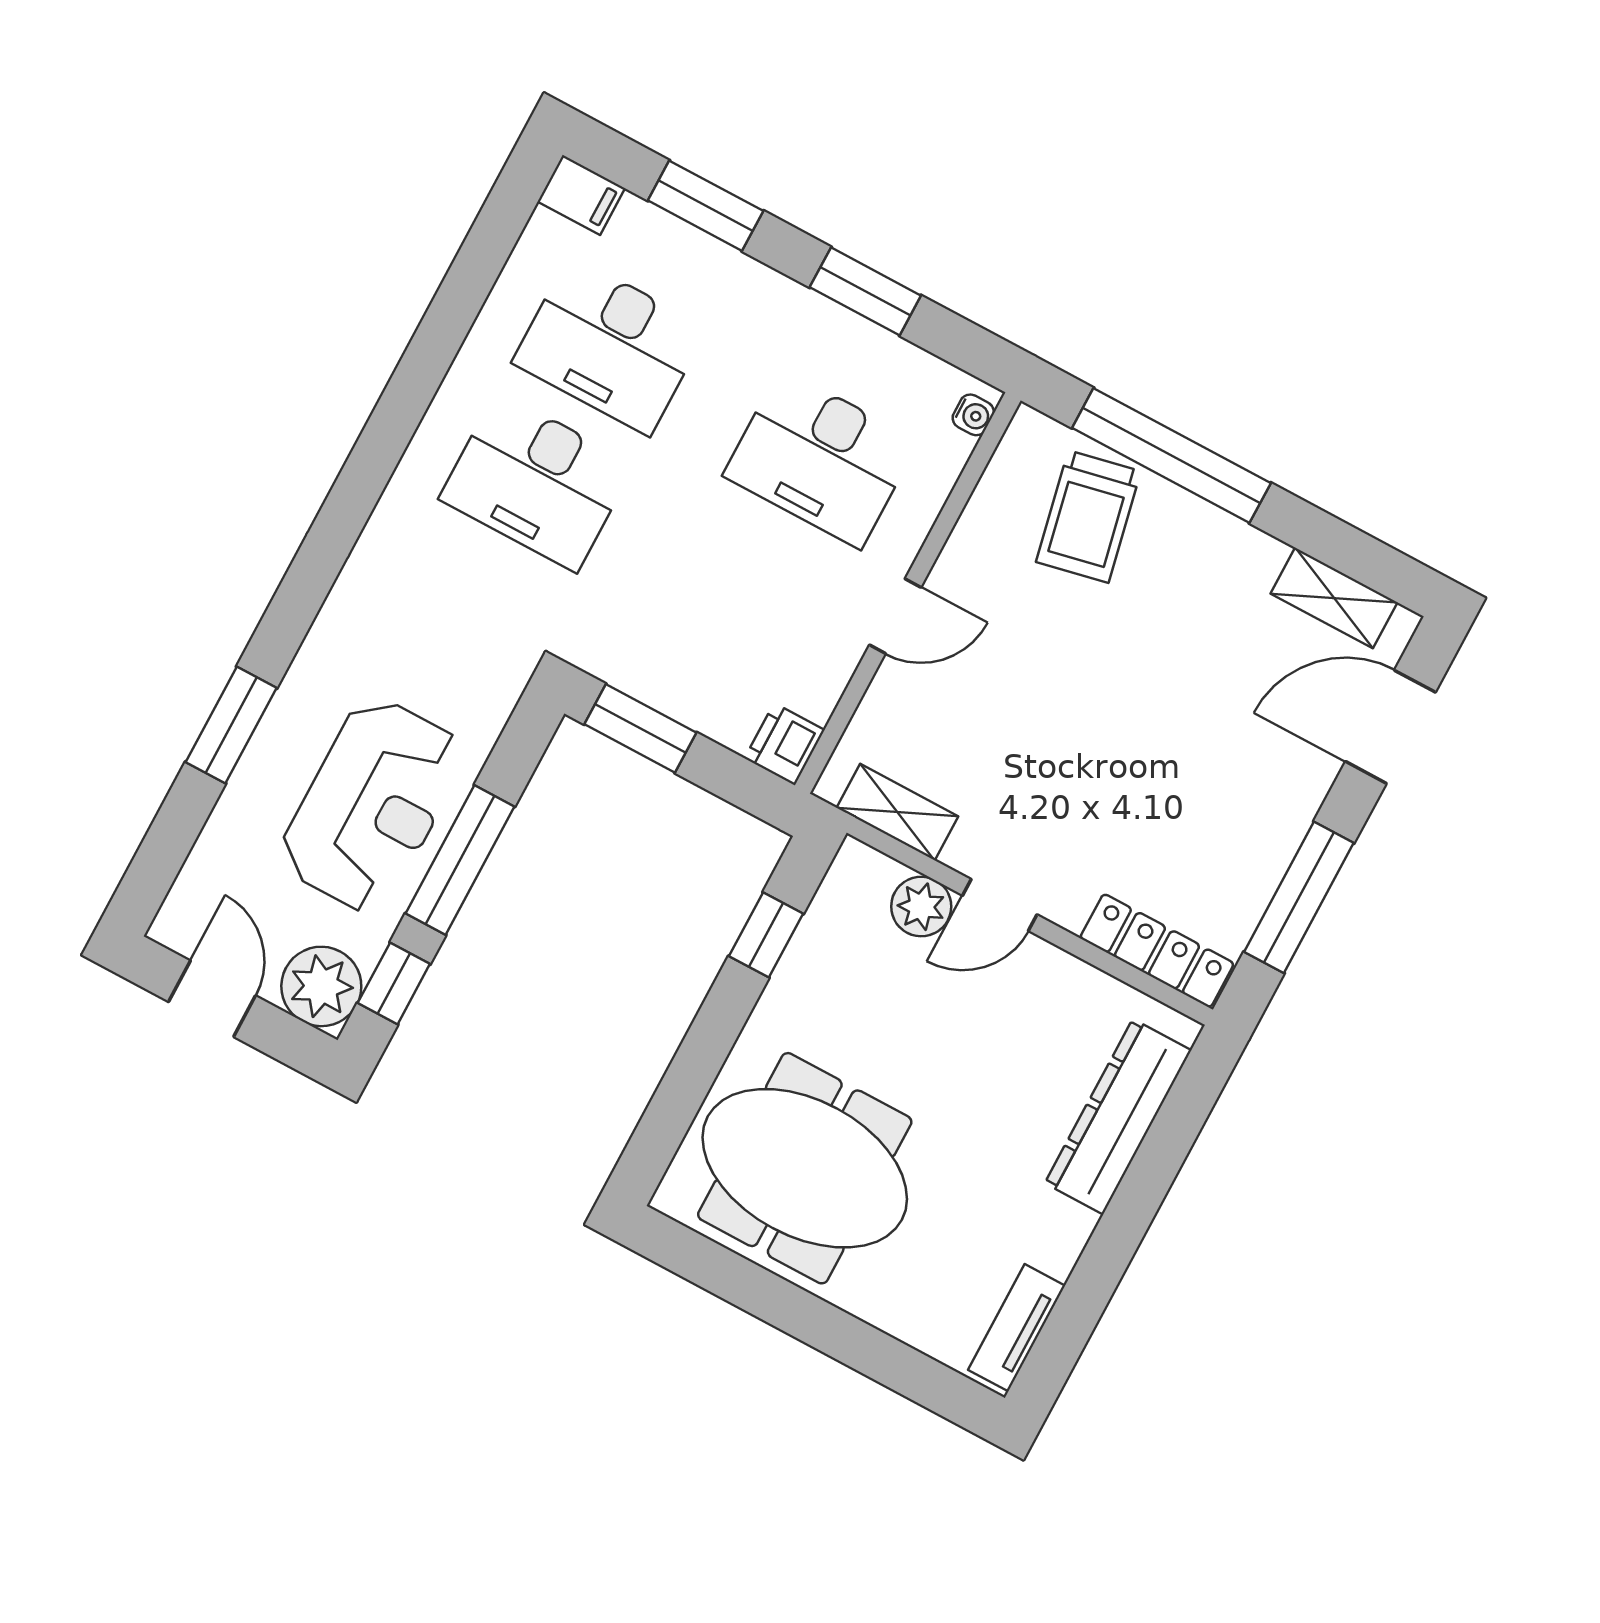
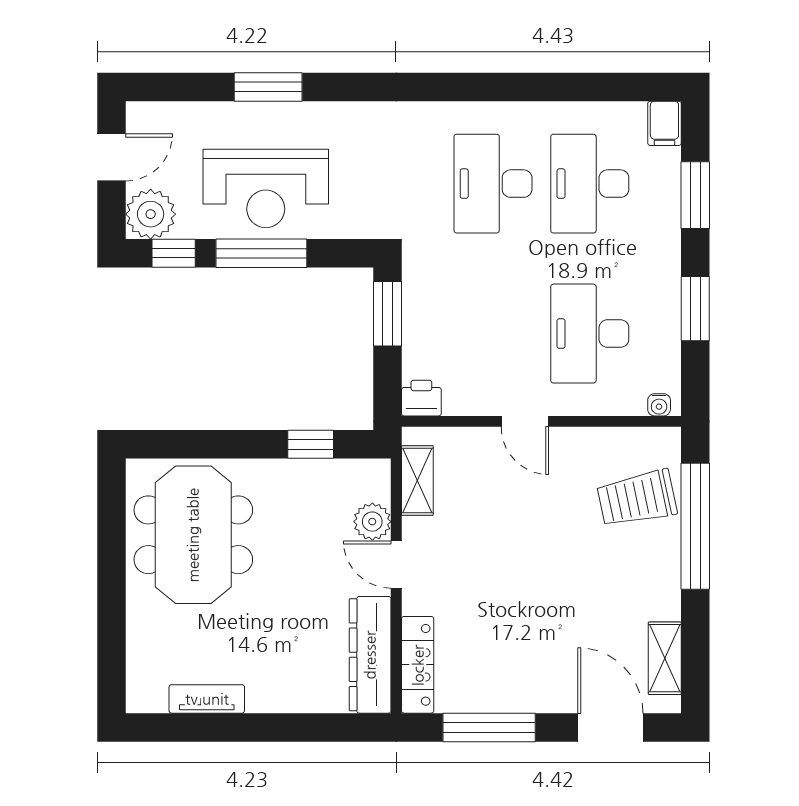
dresser: (1118, 1117) -> (370, 655), moved, turned -90
tv unit: (1017, 1328) -> (207, 699), moved

